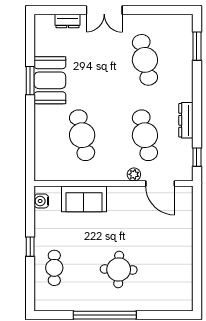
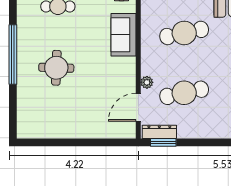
dresser: (186, 120) -> (159, 132), moved
window: (197, 157) -> (163, 142), width x1.50

